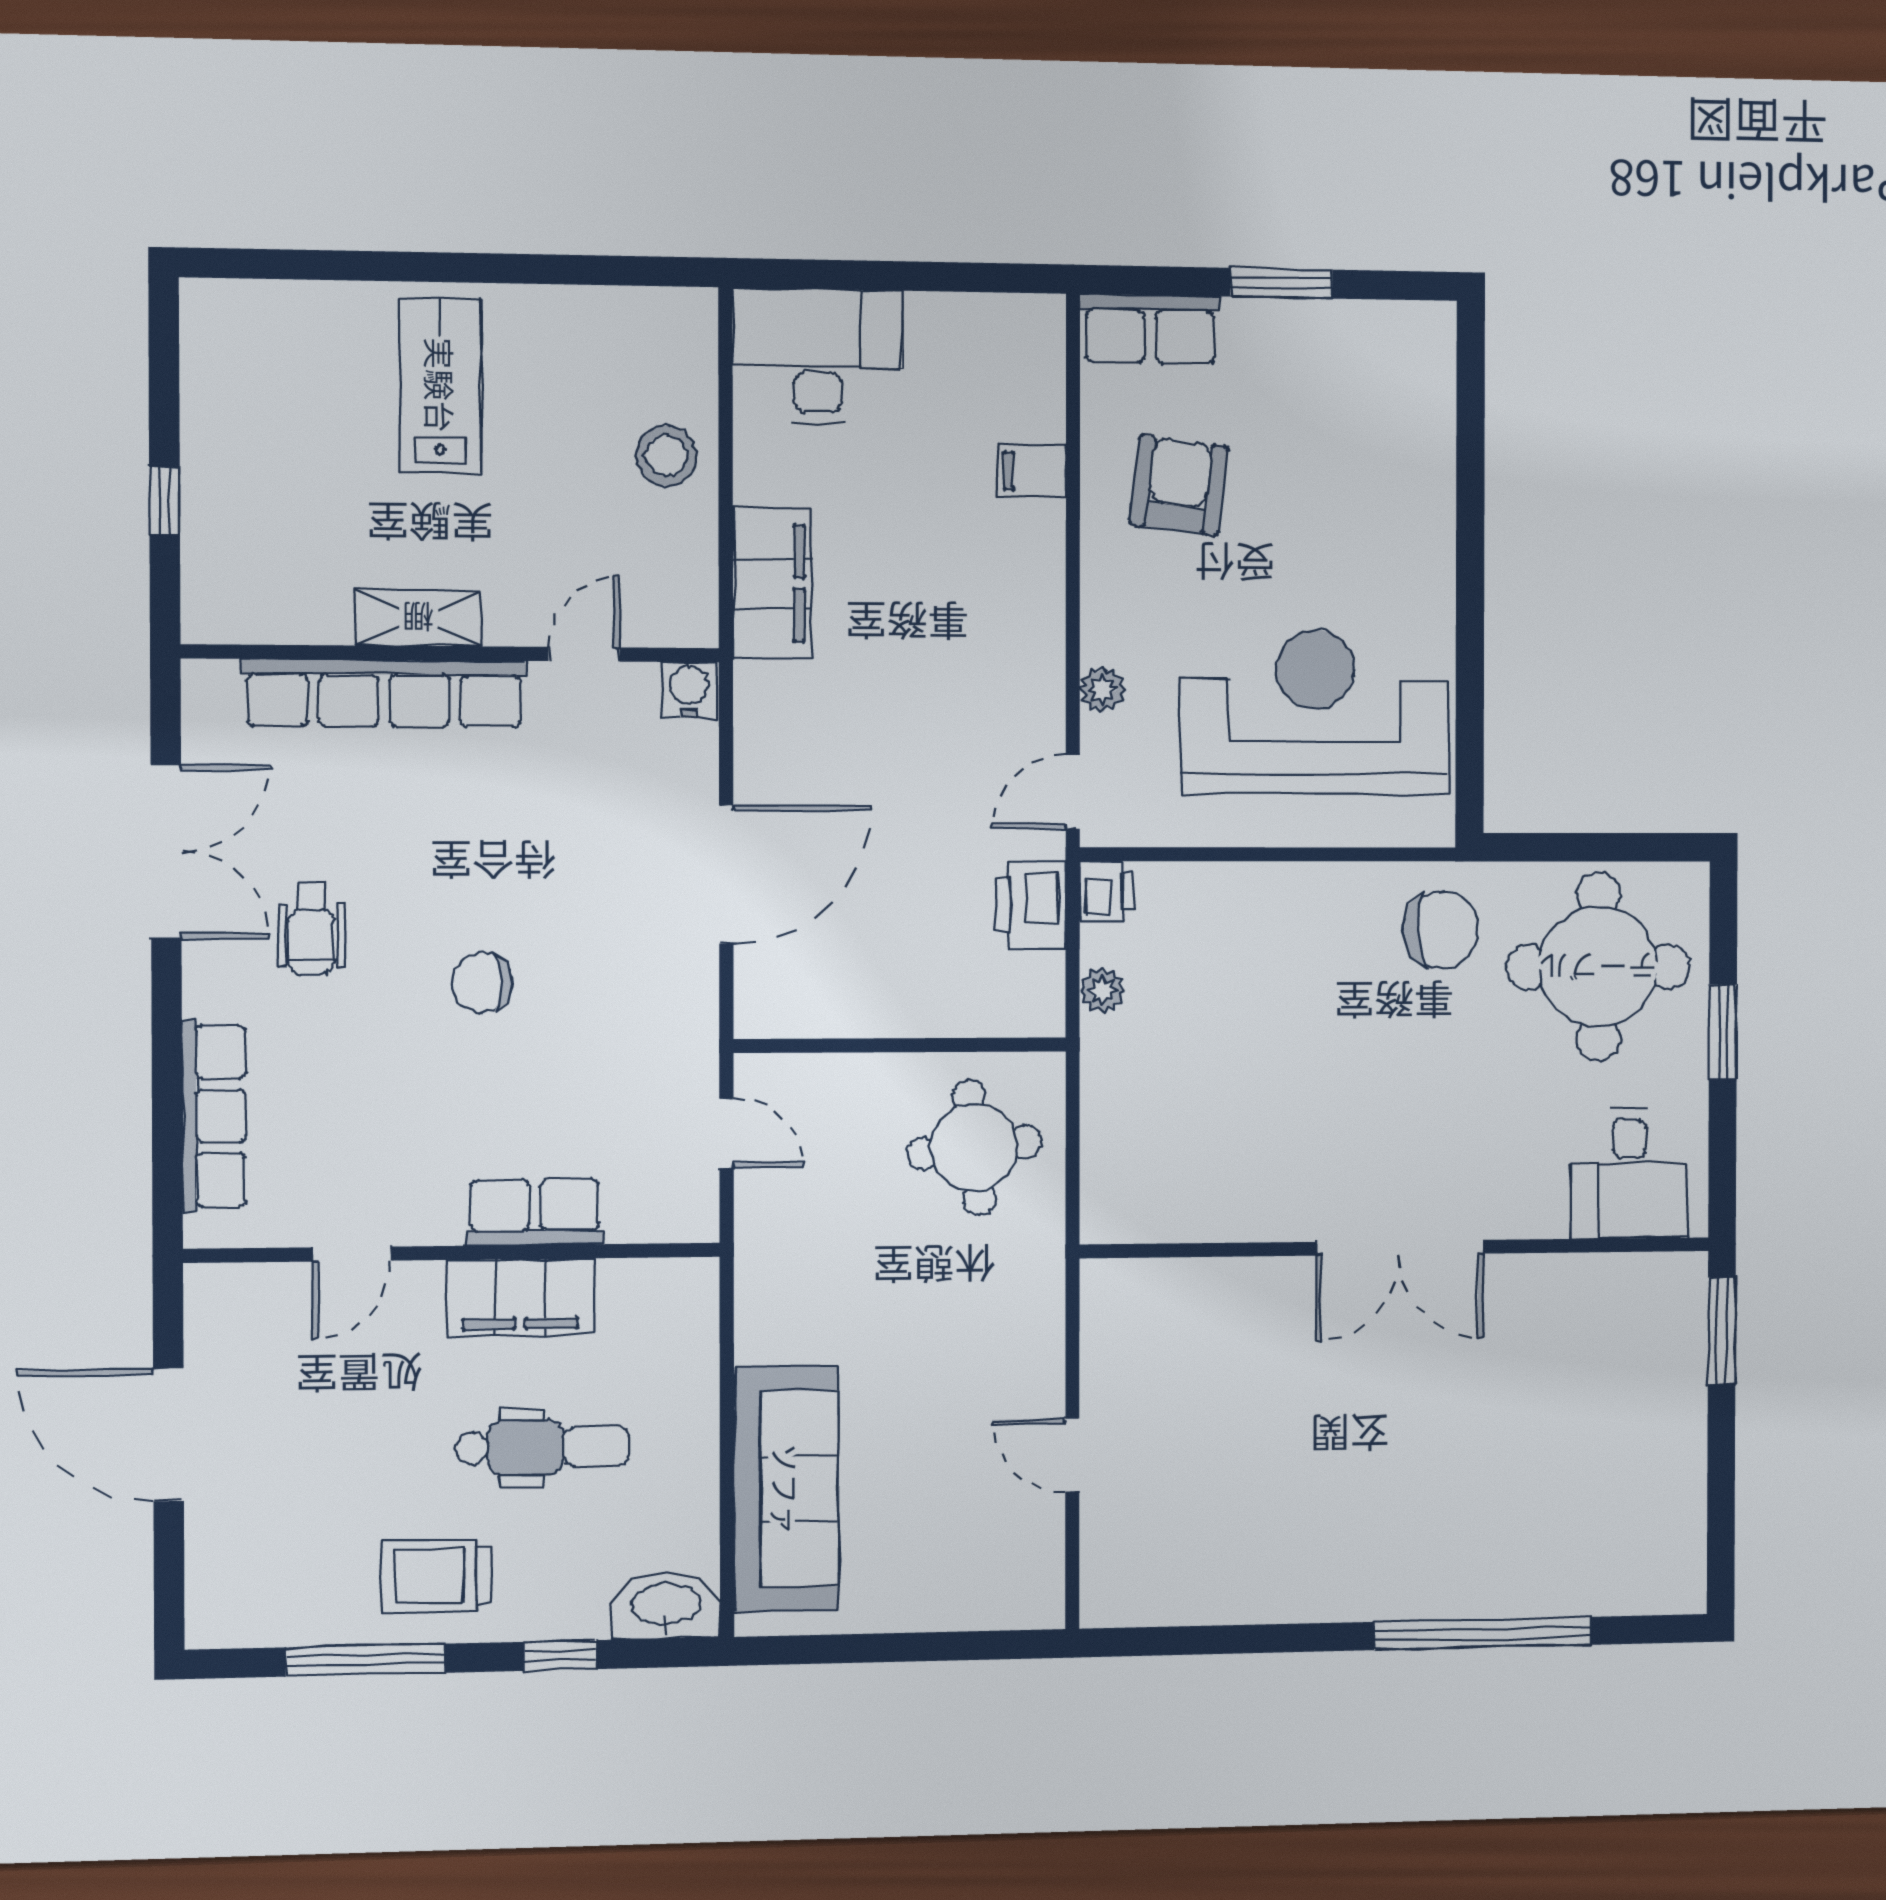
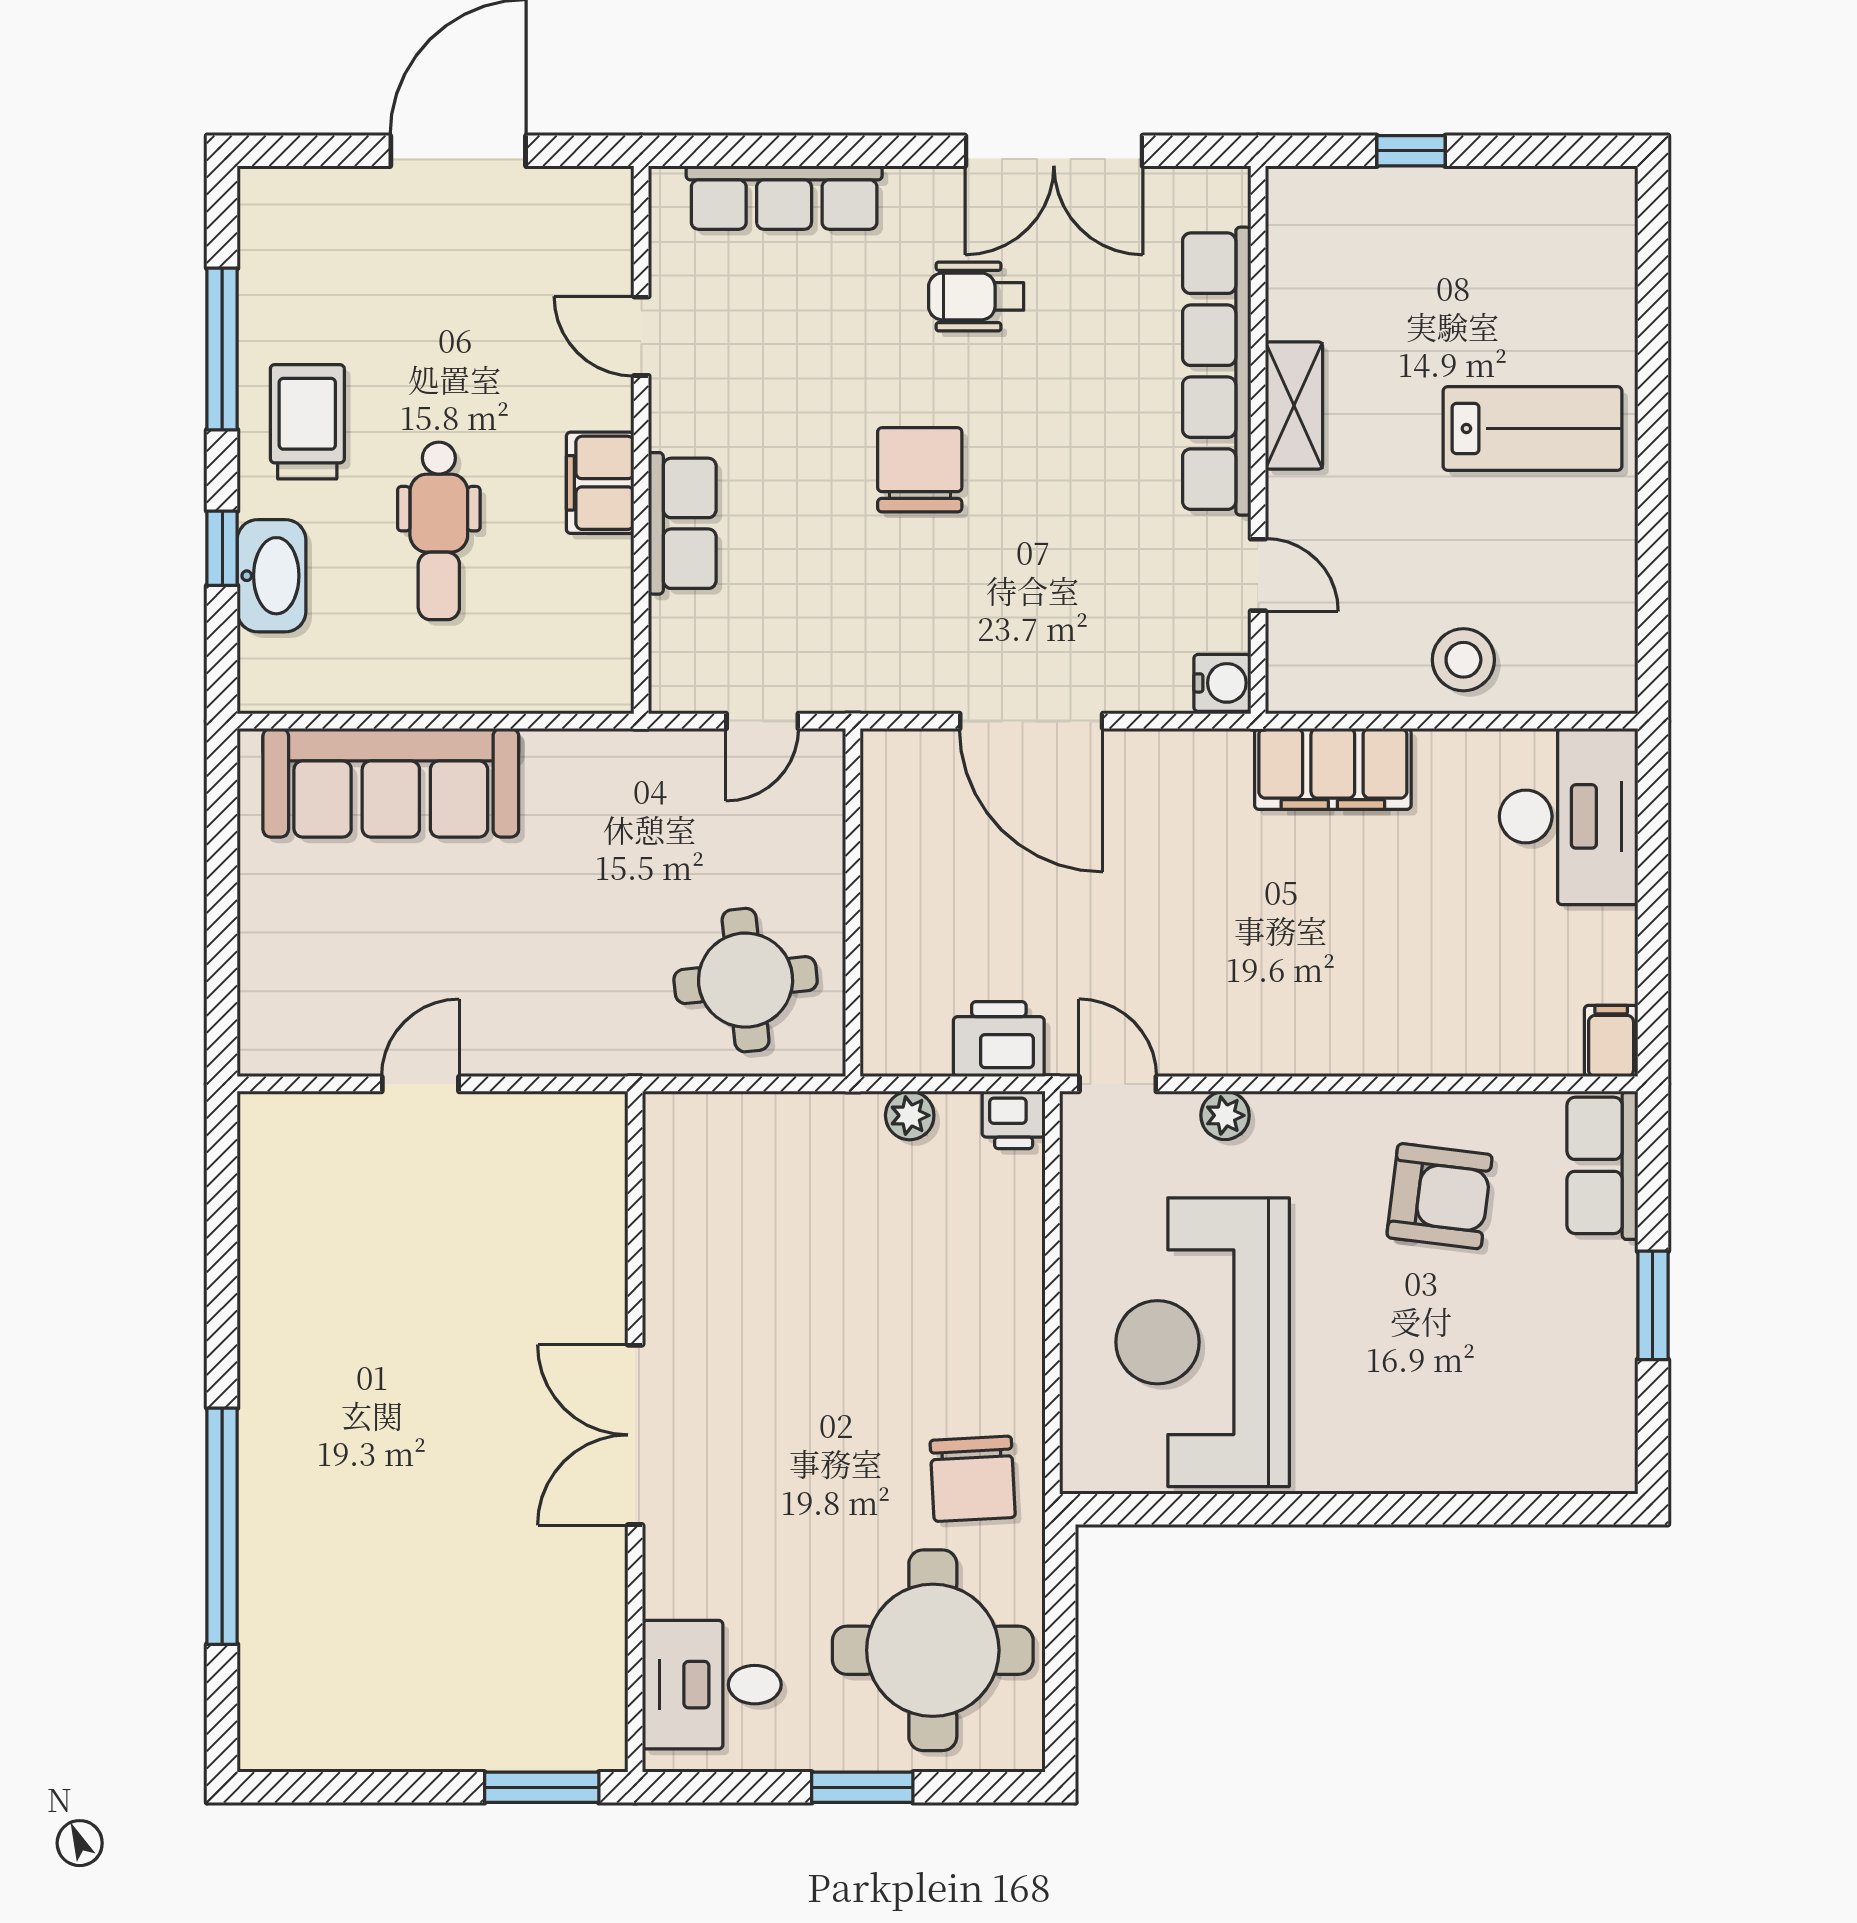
filing cabinet: (1032, 471) -> (1611, 1041), moved
reception desk: (1315, 712) -> (1203, 1342), turned 180
chair: (482, 983) -> (920, 470), width x1.37, depth x1.37
filing cabinet: (520, 1297) -> (600, 483), width x0.67, depth x0.86
washbasin: (666, 1606) -> (271, 576), moved

